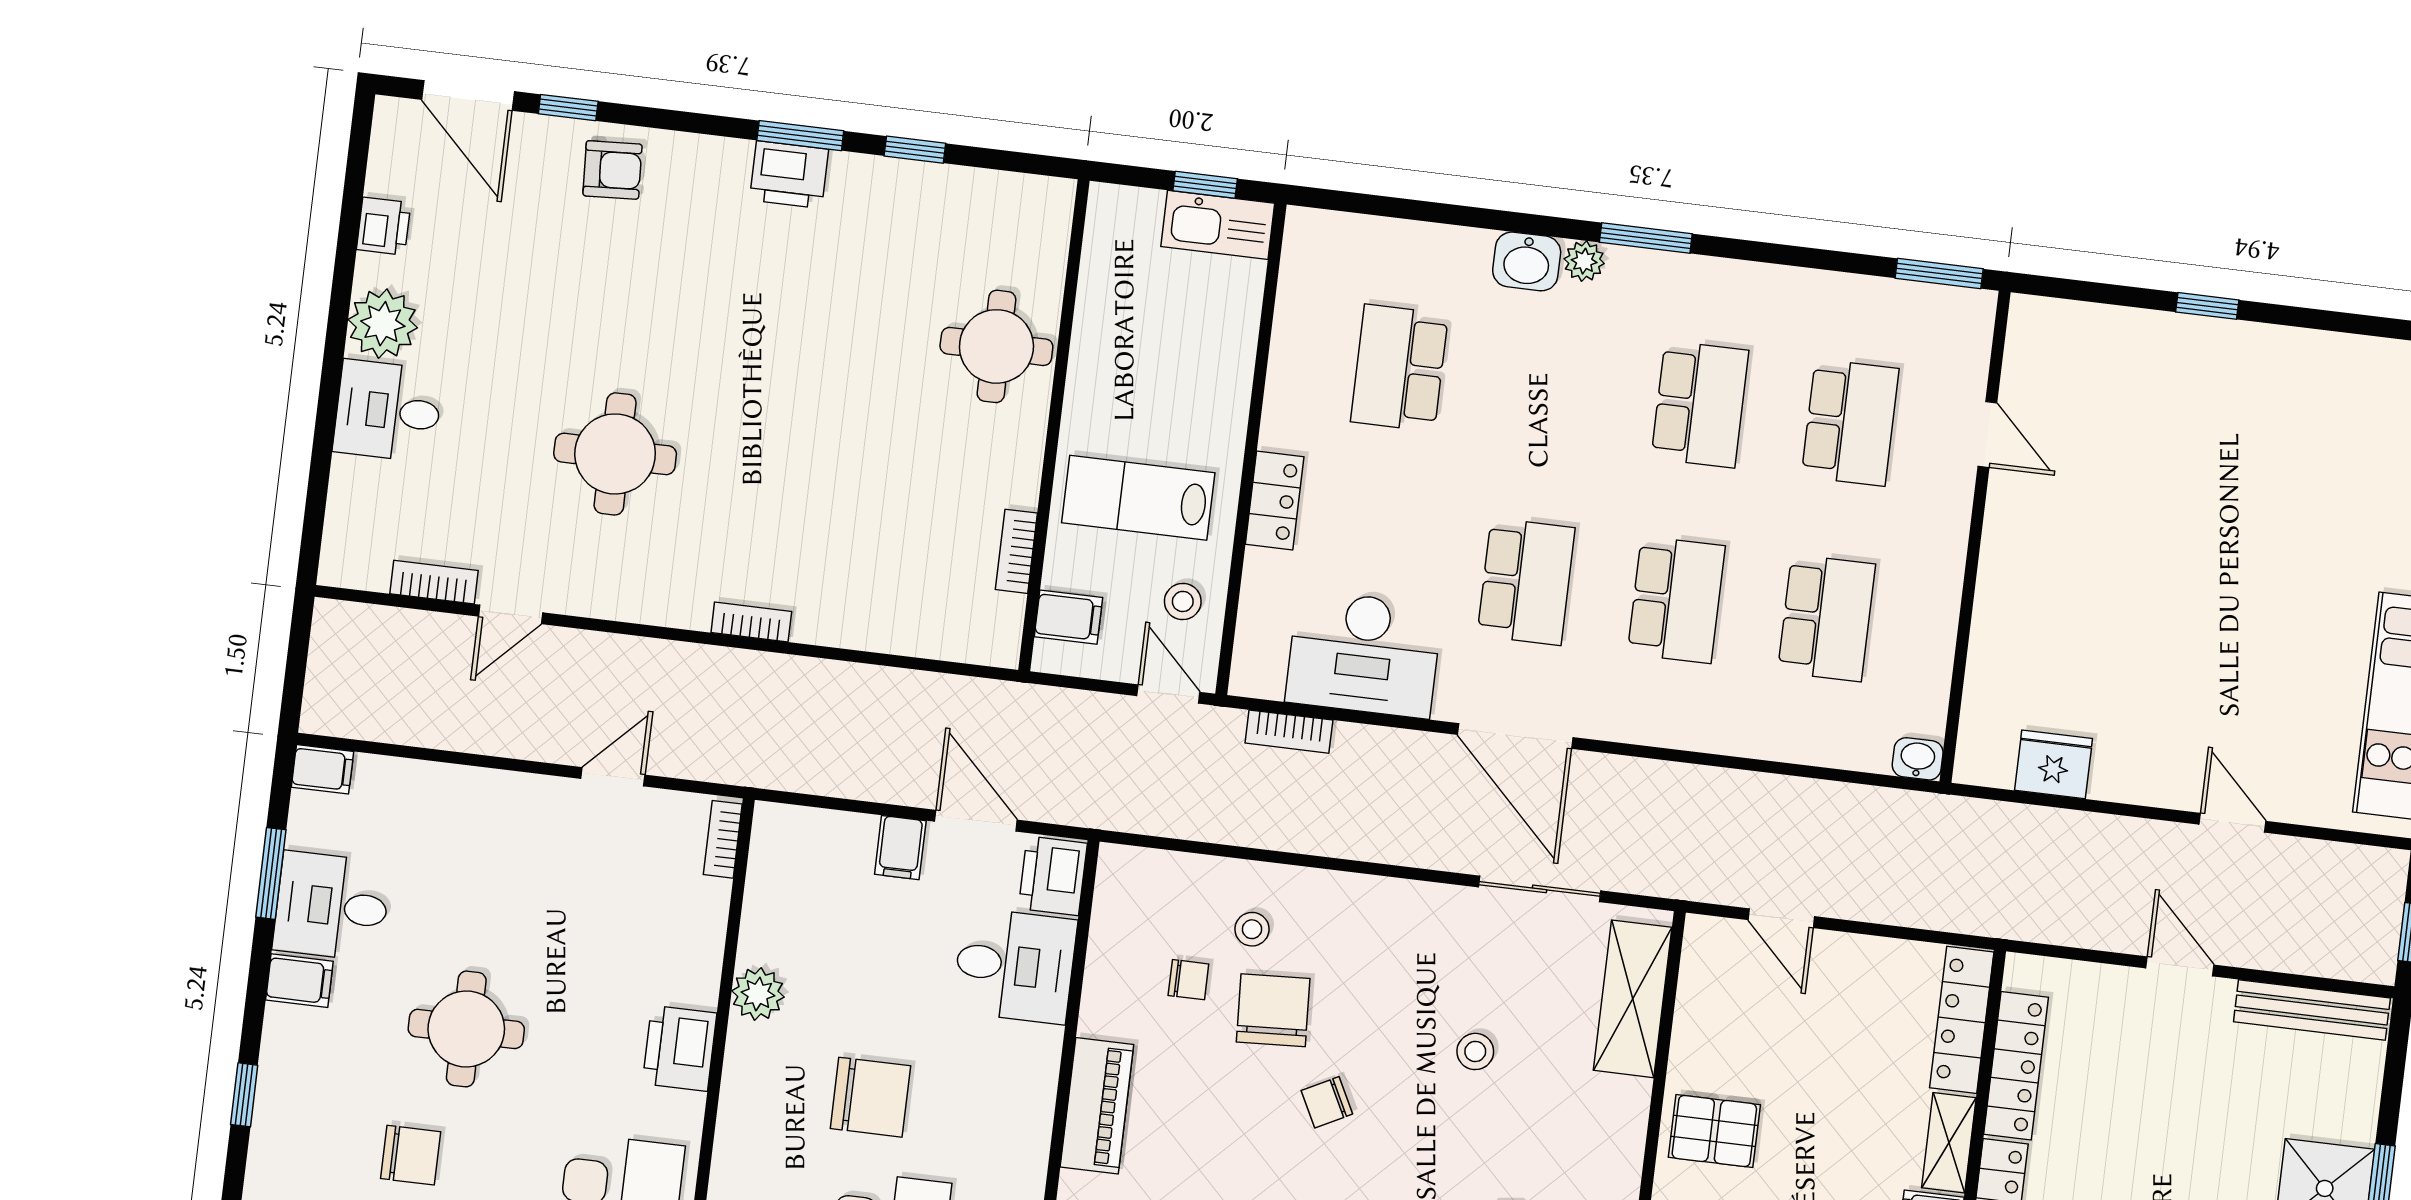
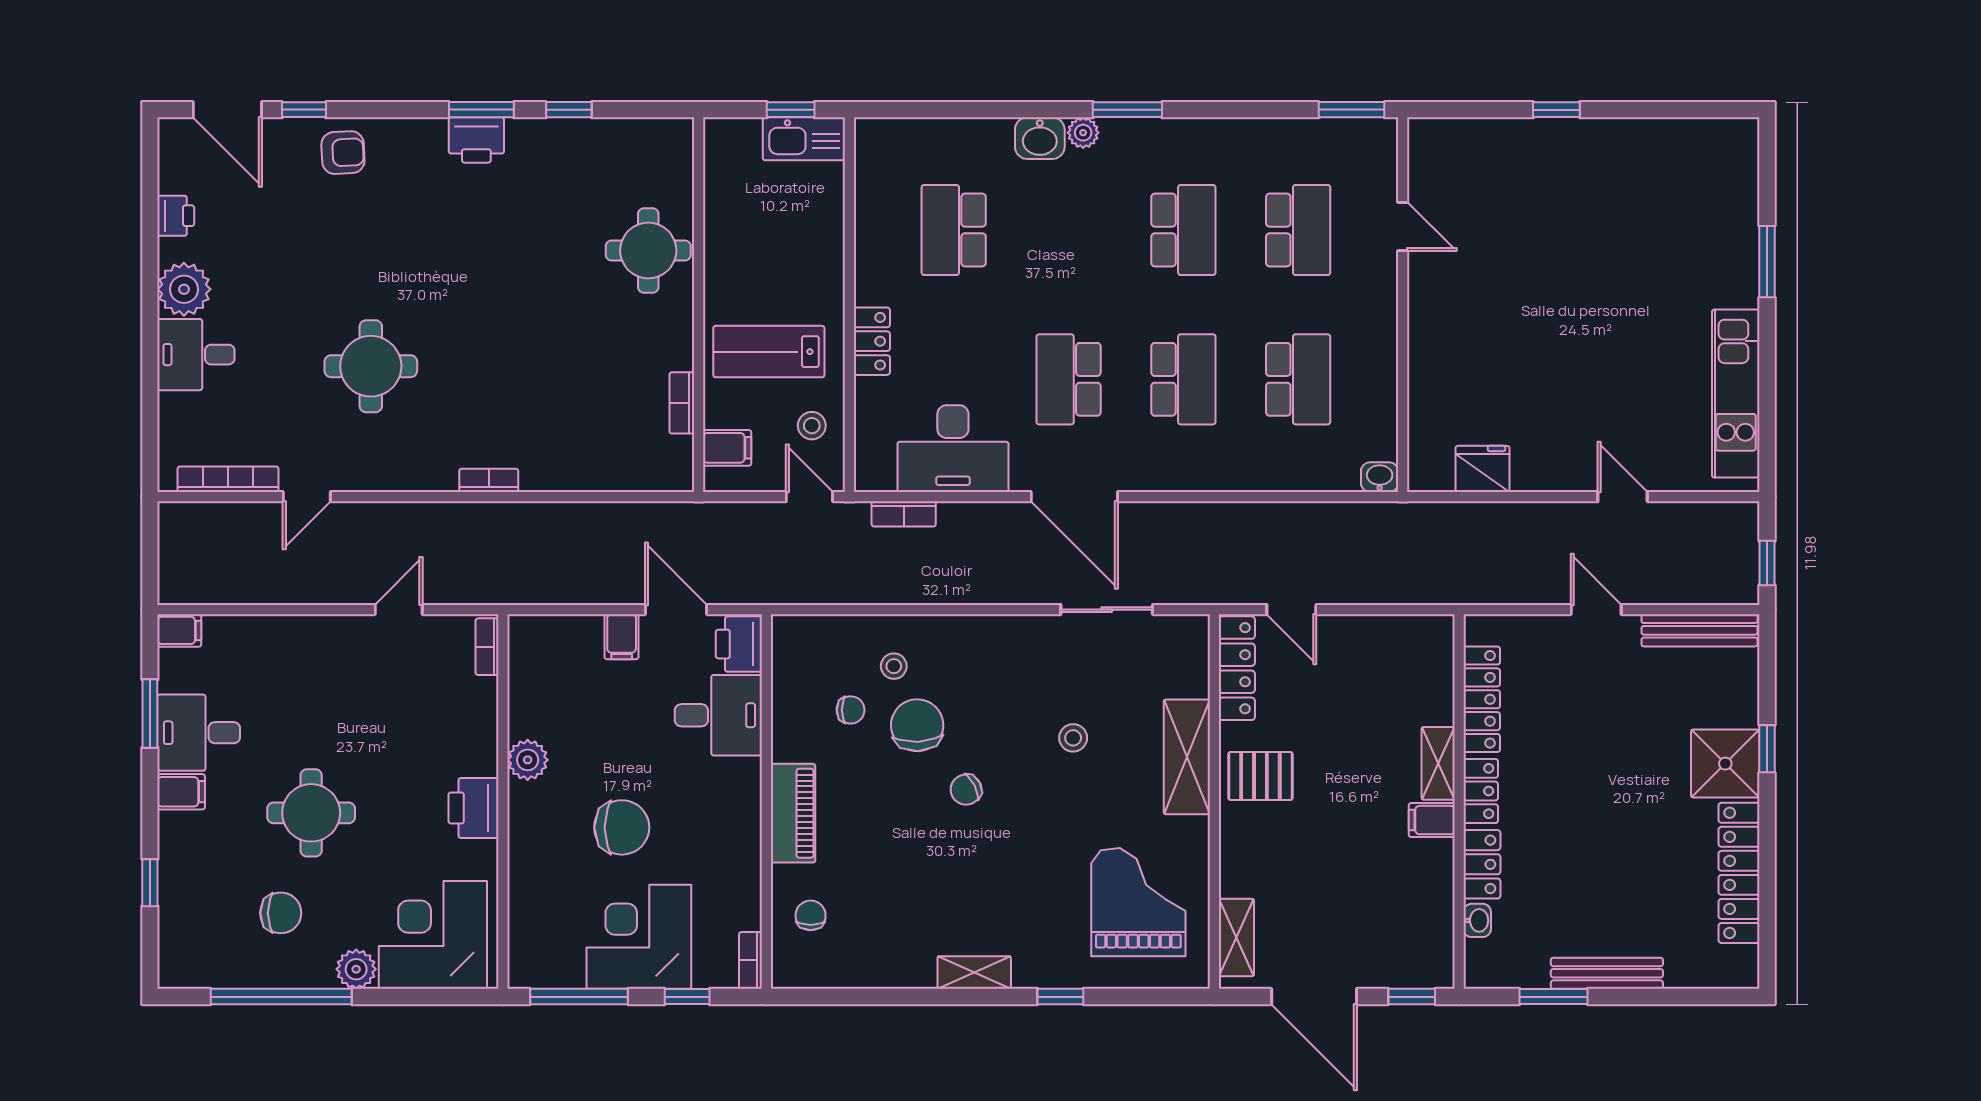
bookcase: (434, 582) -> (228, 479), width x1.56
school desk: (1526, 582) -> (1069, 379), turned 180
shelving: (1633, 999) -> (1187, 757), moved
locker: (1962, 1020) -> (1237, 668), moved, turned 180

